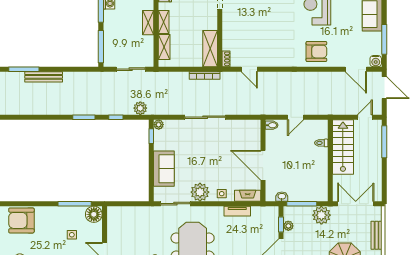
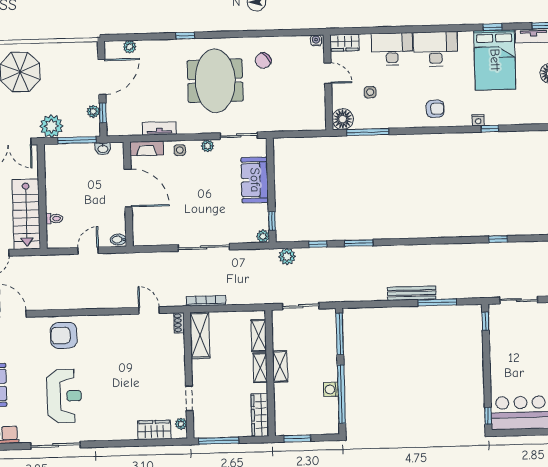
plant: (200, 192) -> (208, 146), width x0.53, depth x0.53
armchair: (21, 220) -> (435, 109), width x0.53, depth x0.53

